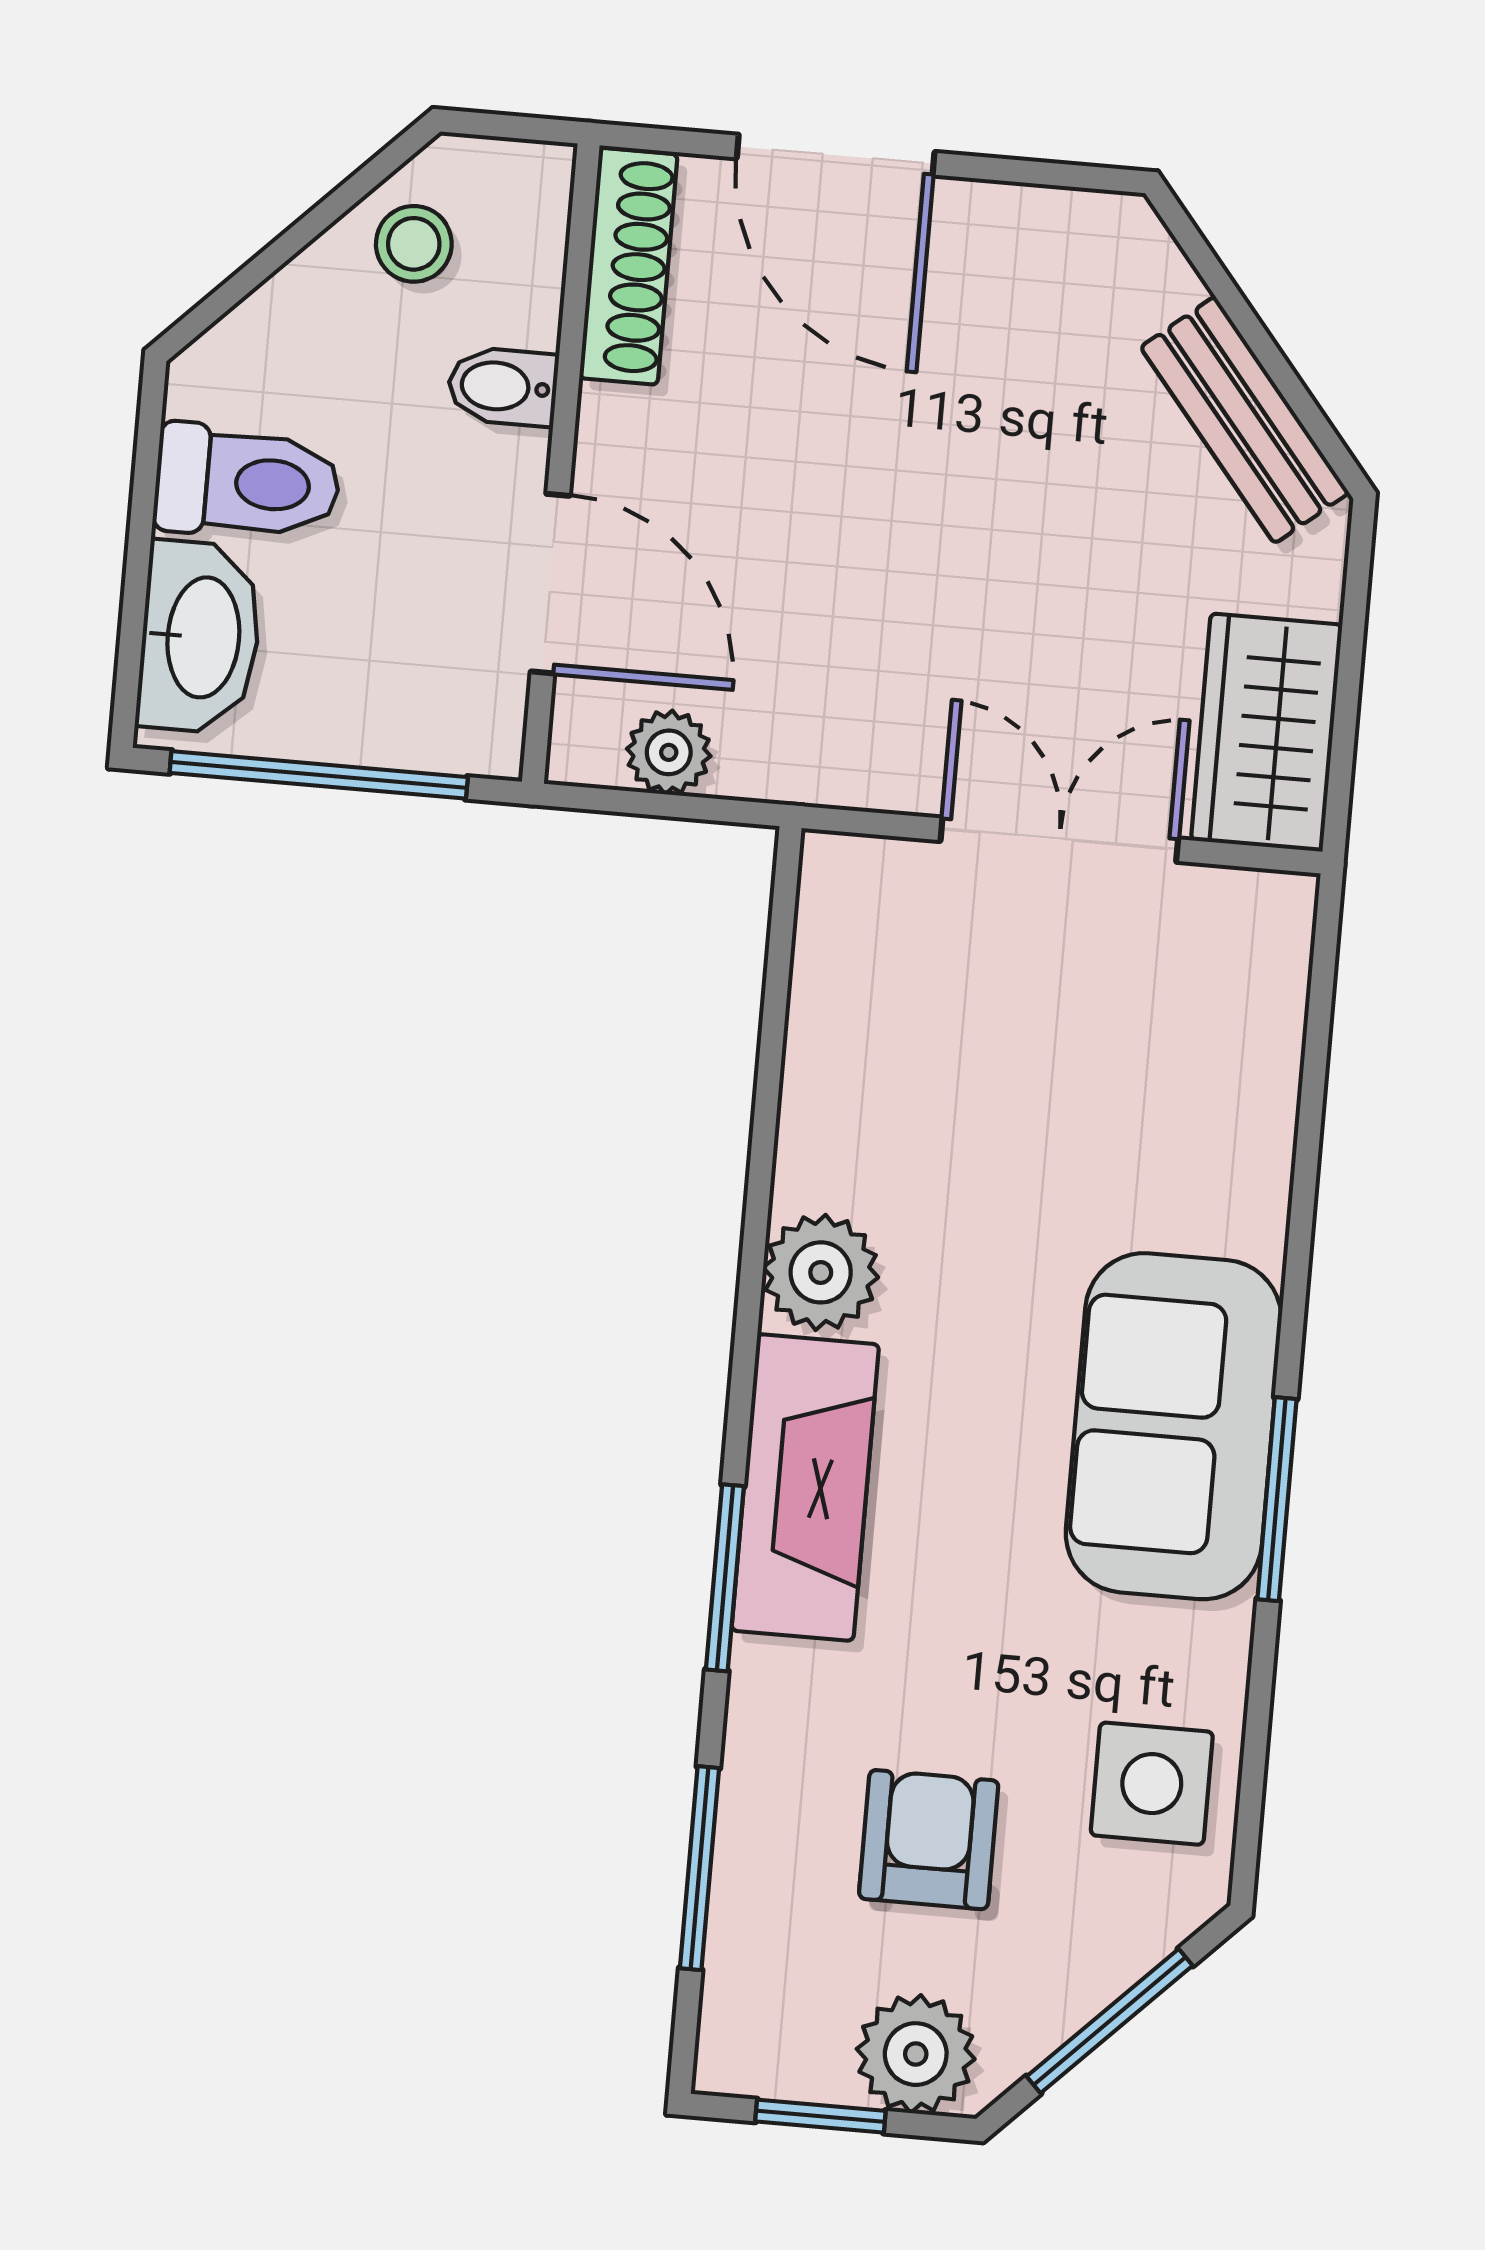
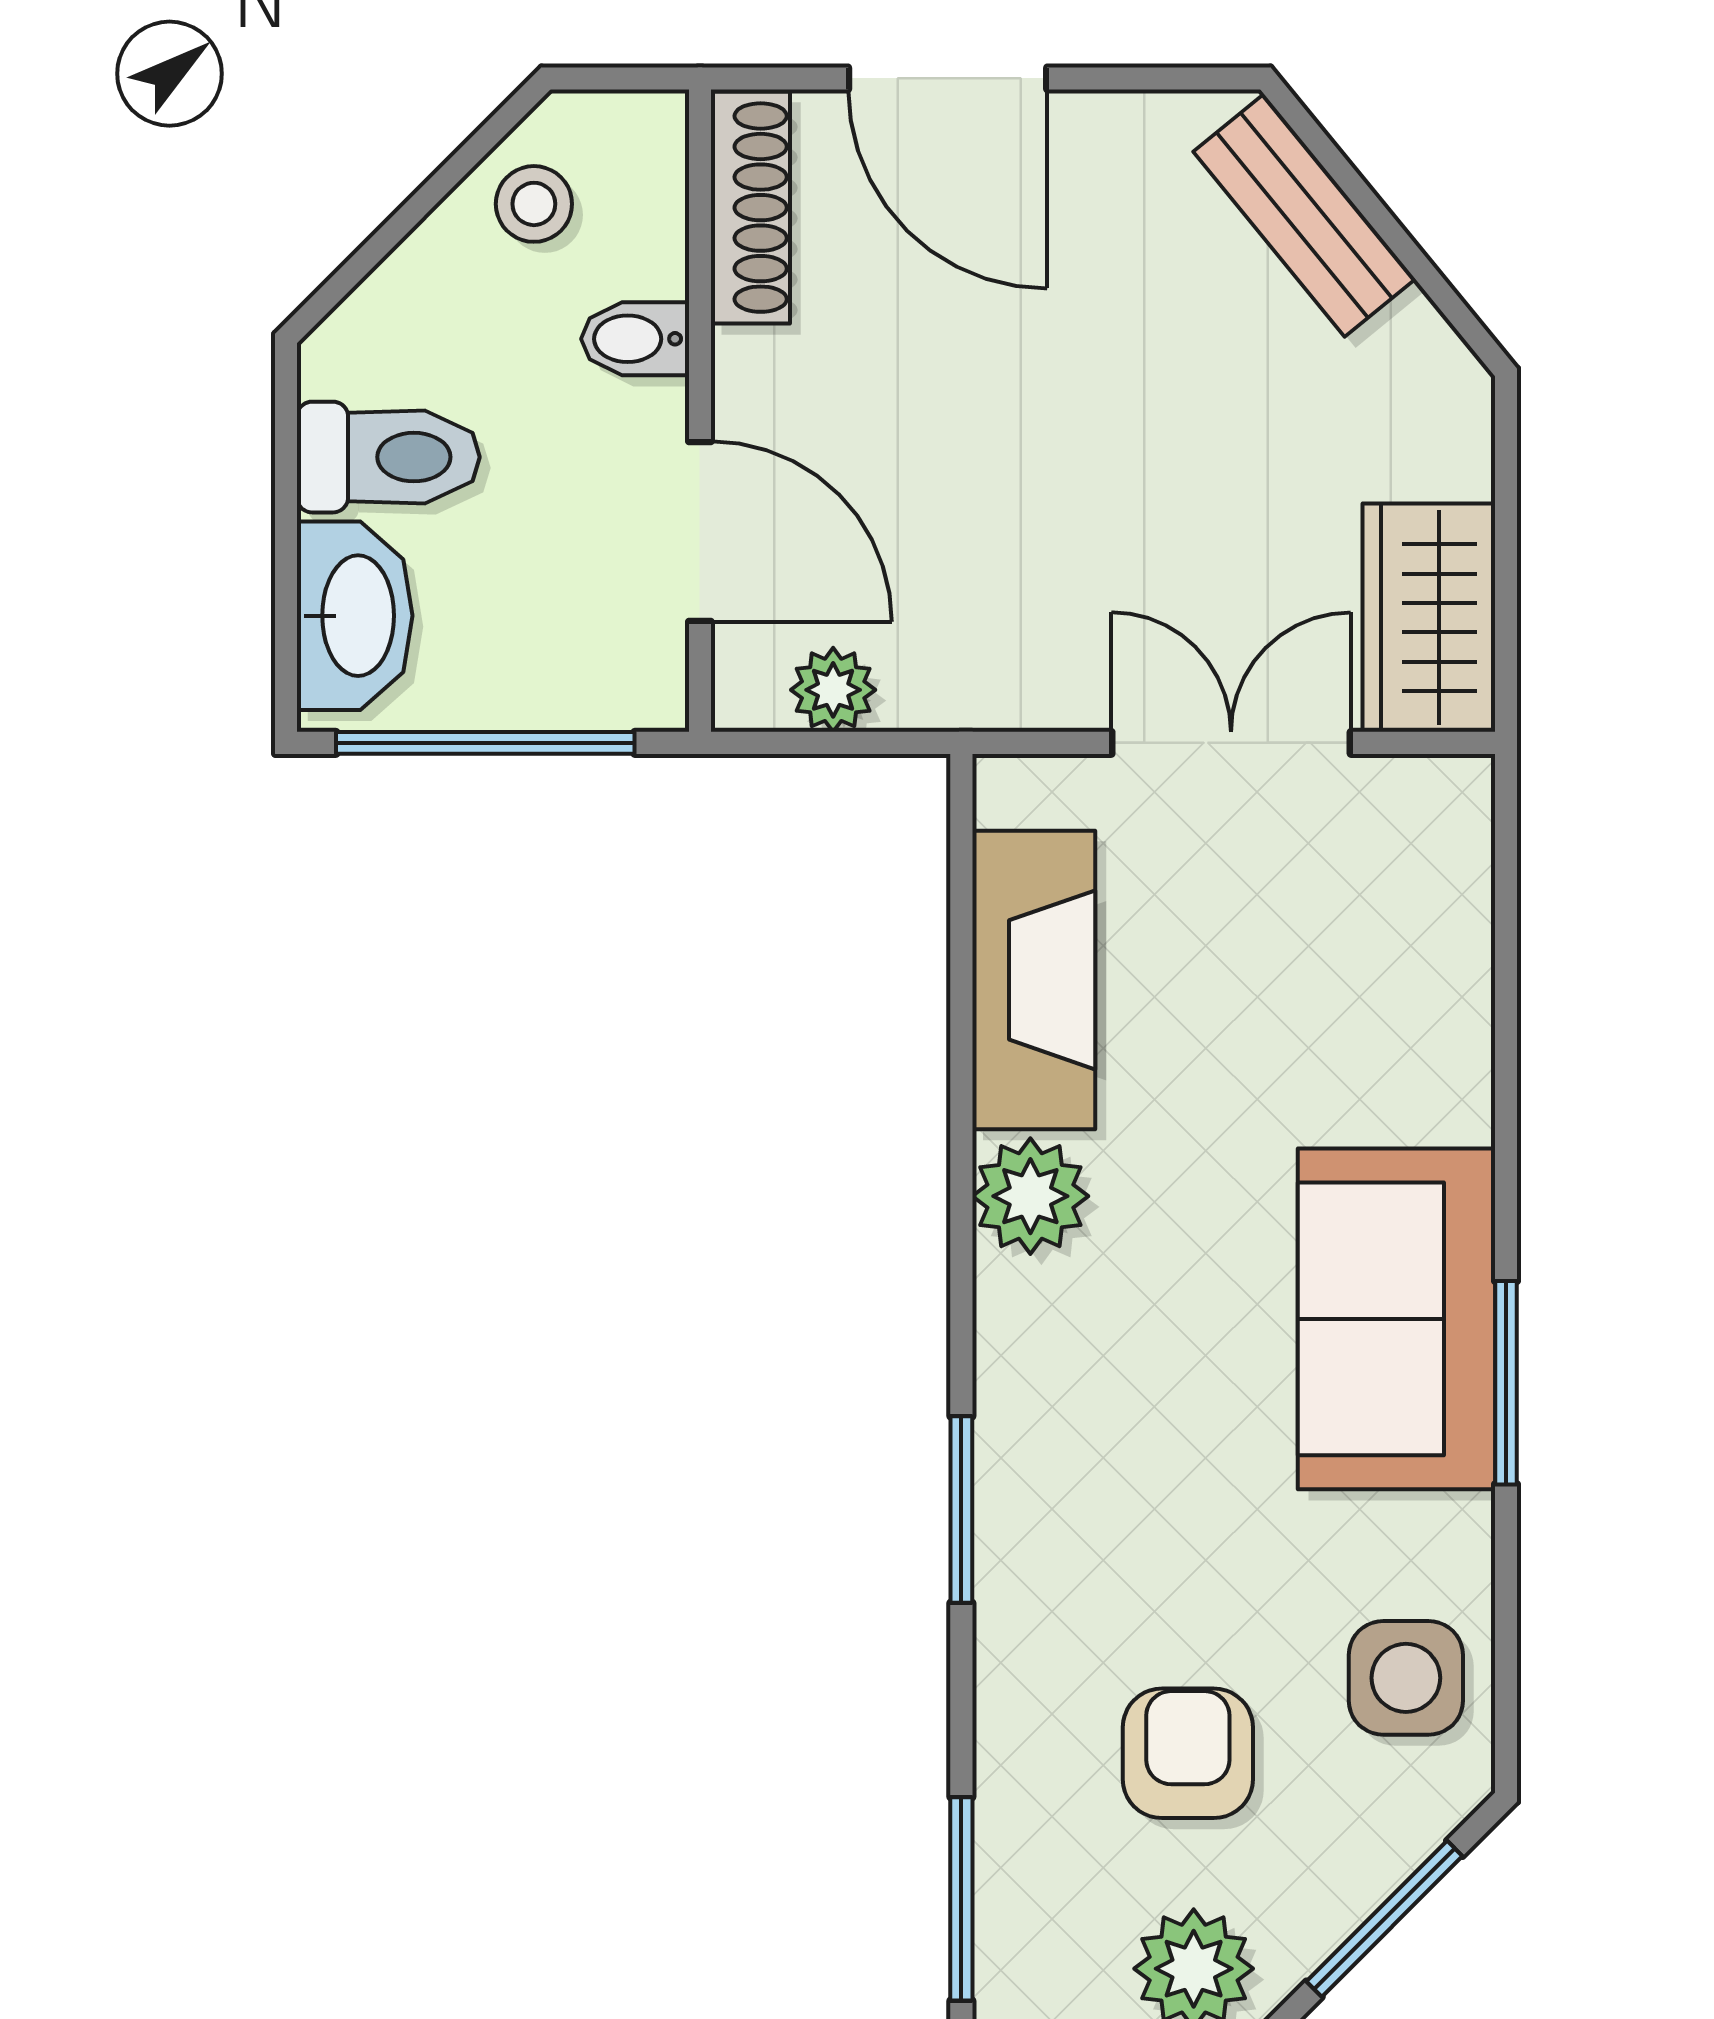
bench: (1245, 420) -> (1304, 215), moved
fireplace: (805, 1487) -> (1034, 980), moved
window: (700, 1868) -> (961, 1899), moved

